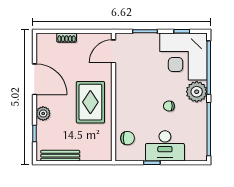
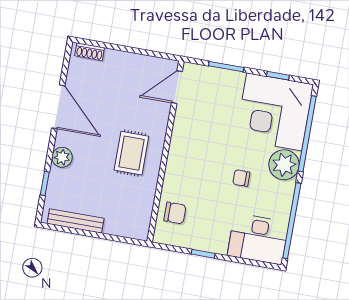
shoe rack: (67, 38) -> (90, 52), moved
rug: (90, 102) -> (131, 153), width x0.73, depth x0.70
desk: (165, 146) -> (258, 239), moved

